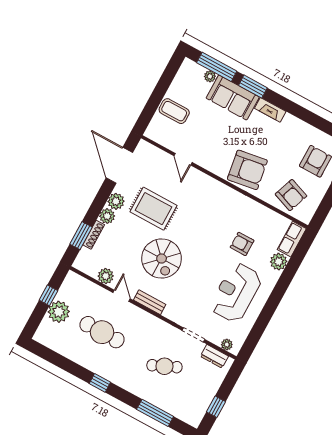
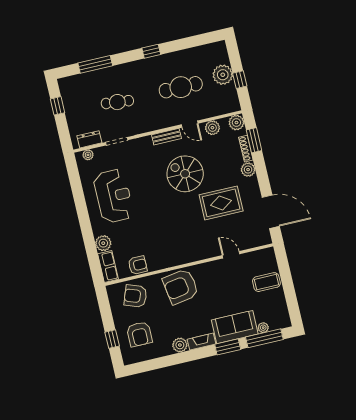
plant: (290, 123) -> (180, 345), added
plant: (116, 201) -> (236, 123), moved
armchair: (242, 244) -> (138, 265), moved
cafe table: (164, 366) -> (117, 102), turned 30

